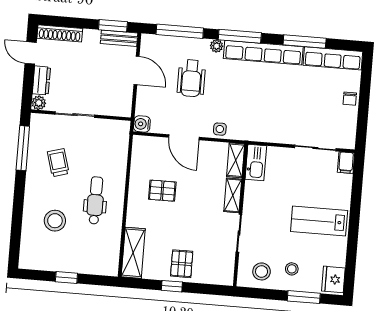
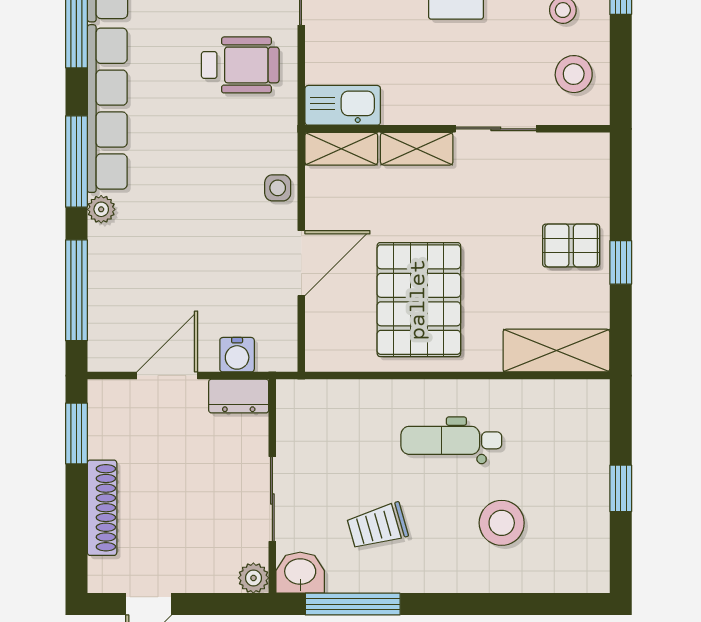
shoe rack: (60, 33) -> (102, 508), moved
bench: (119, 38) -> (102, 418), removed
wheelchair: (191, 78) -> (240, 65), moved
dresser: (41, 80) -> (239, 396), moved, turned 180
water cooler: (142, 124) -> (237, 355), moved
washbasin: (39, 125) -> (300, 573), added
pallet: (162, 191) -> (419, 300), width x2.05, depth x2.00

